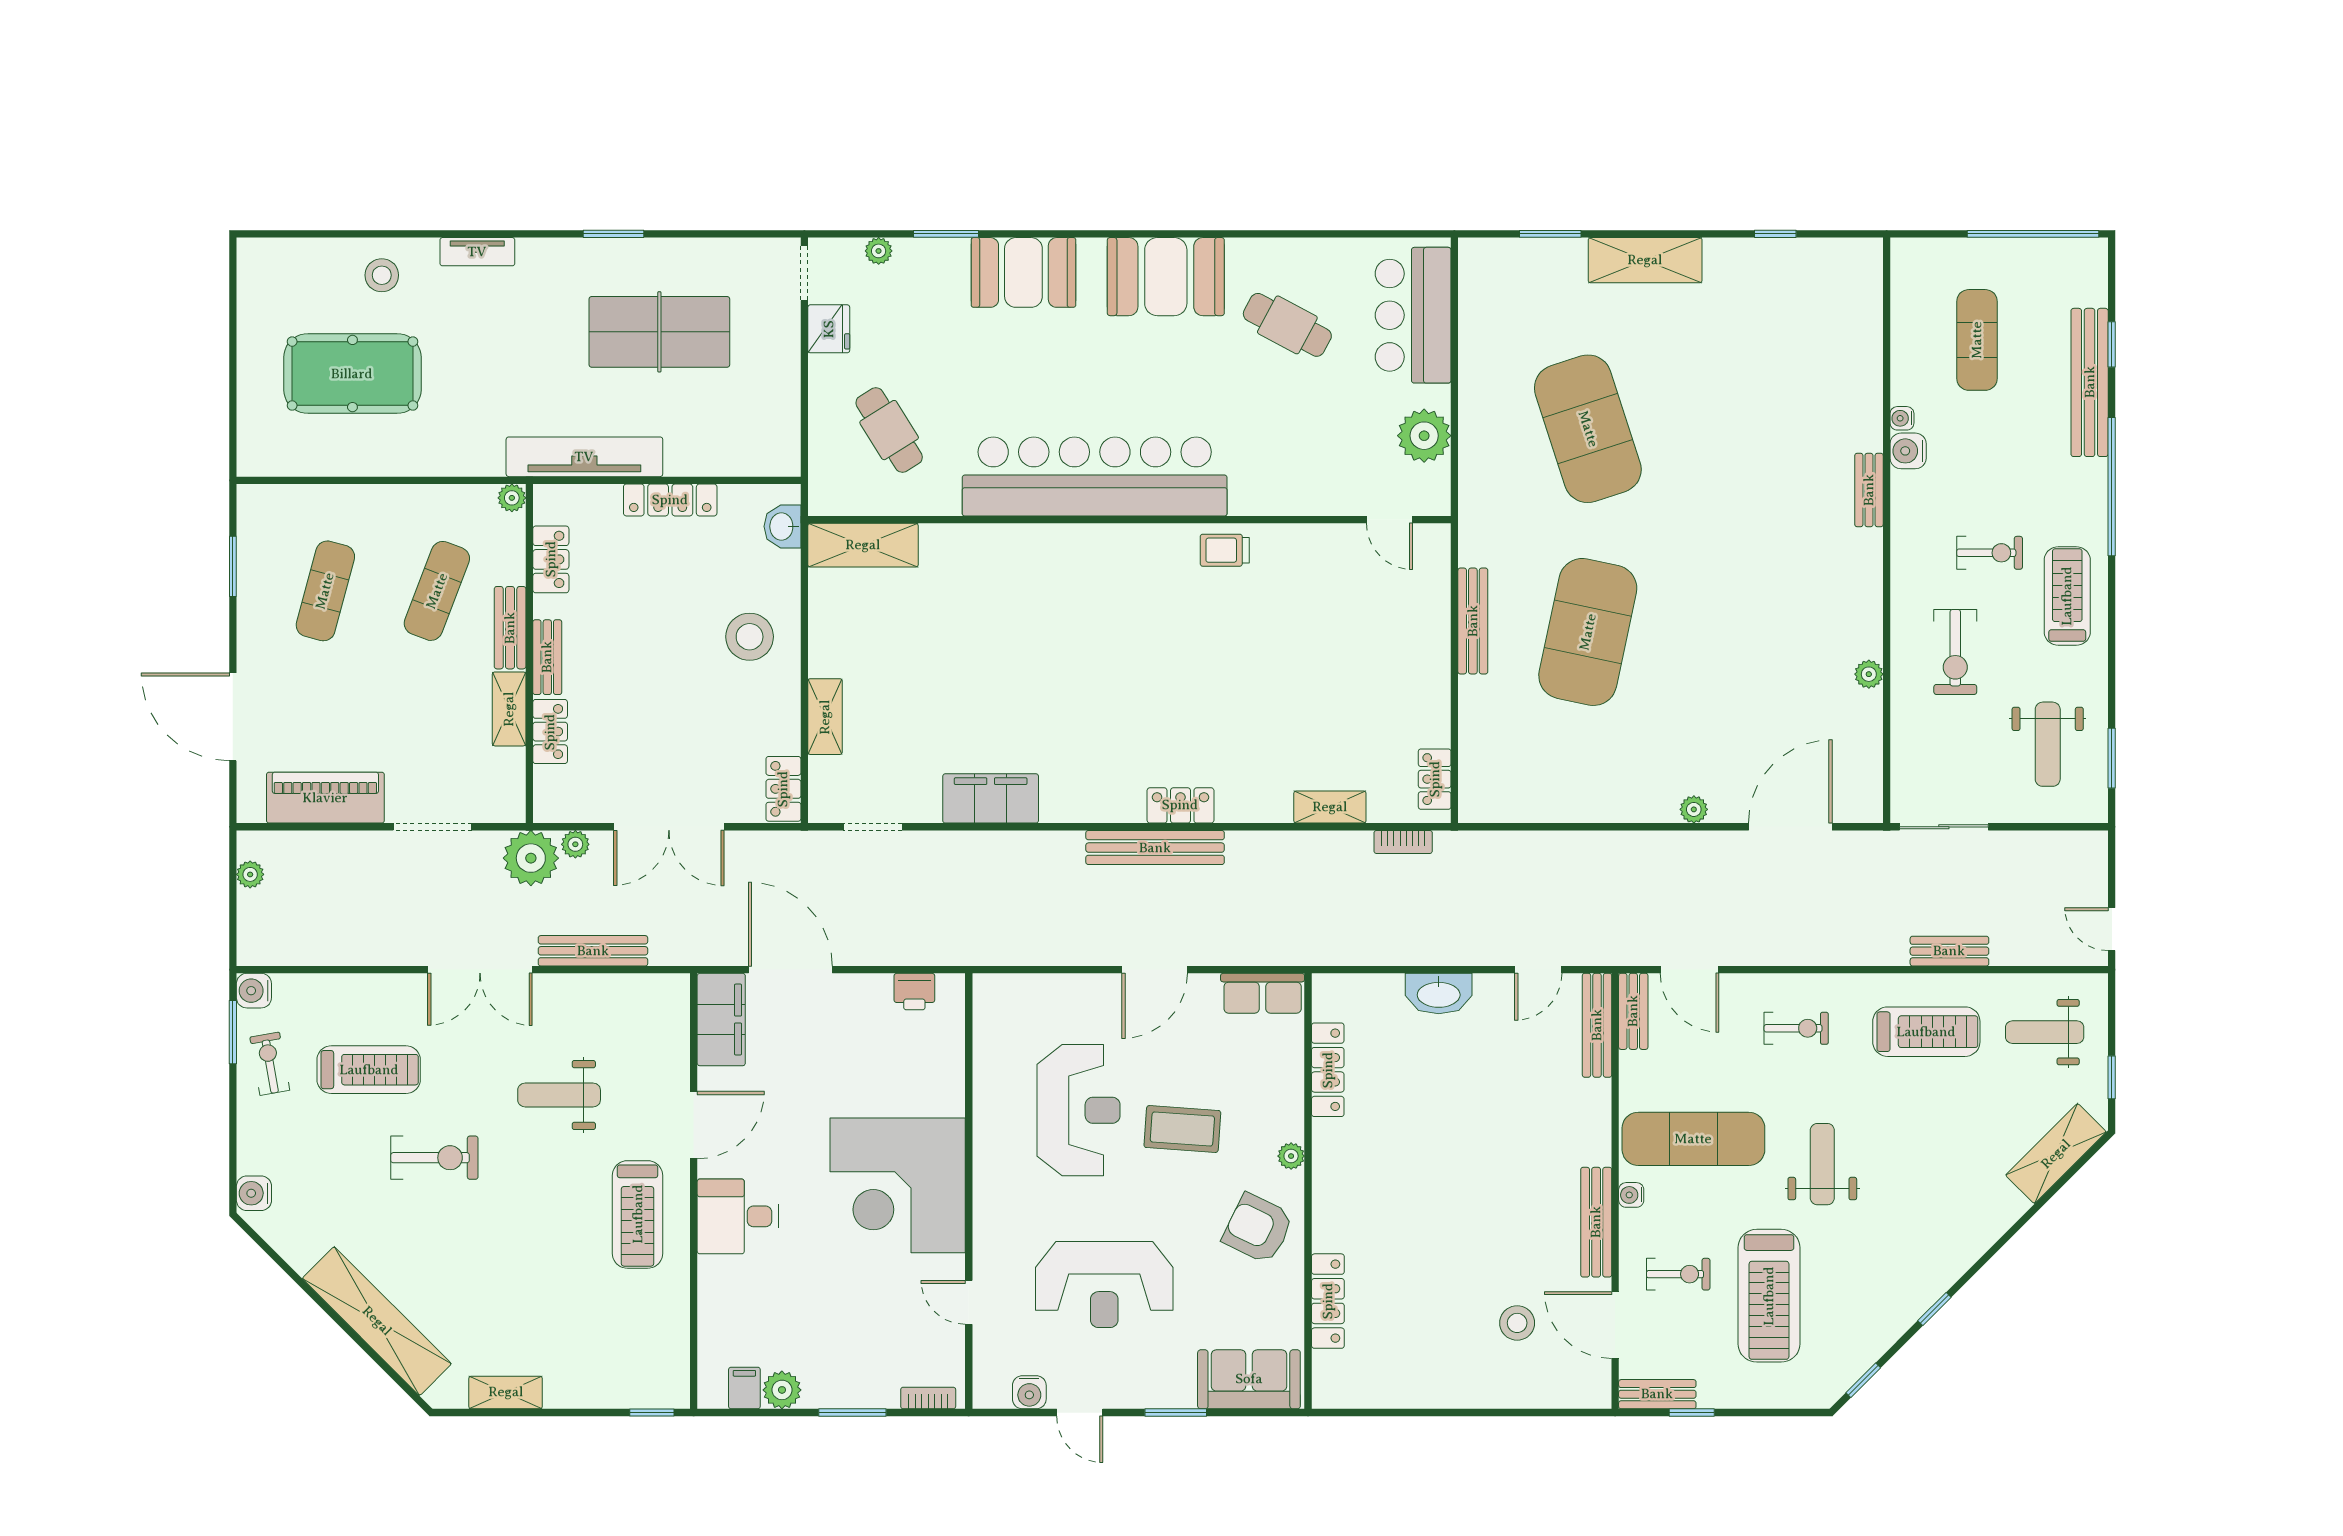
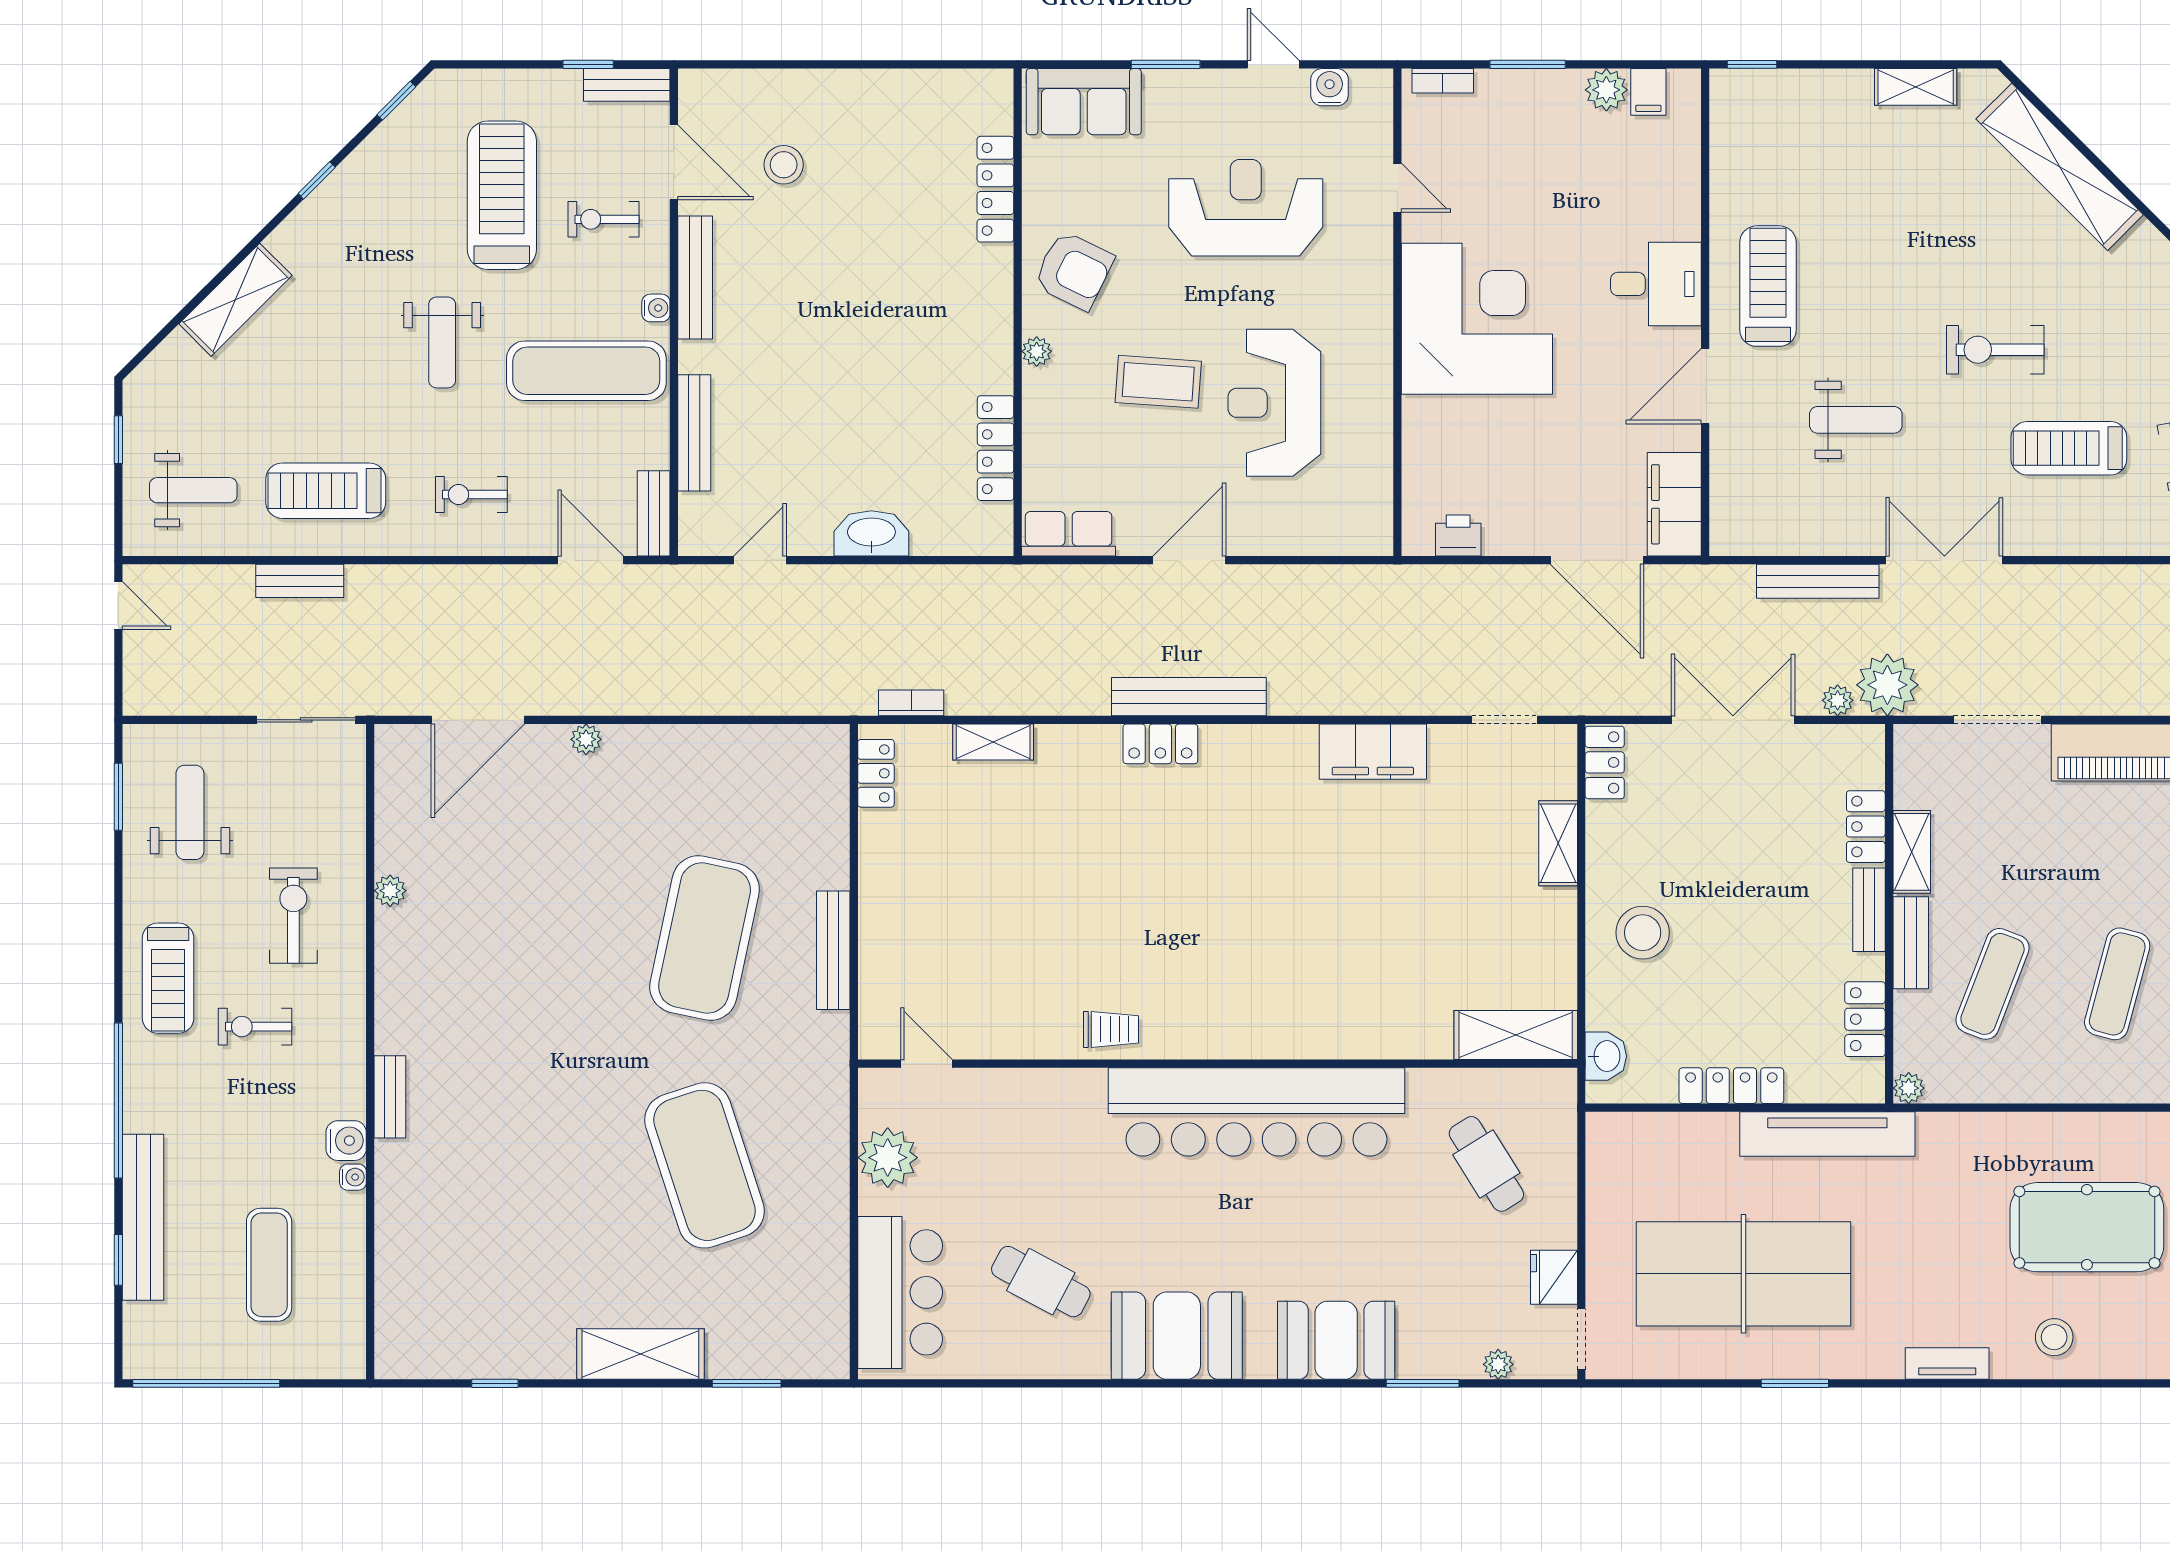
table tennis table: (659, 332) -> (1744, 1274), width x1.36, depth x1.32
bench: (1597, 1025) -> (694, 433), moved
shelving: (2056, 1154) -> (235, 300), moved

